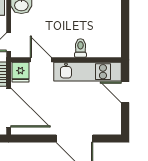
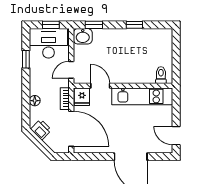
toilet: (80, 48) -> (161, 75), moved
door: (125, 92) -> (176, 136), moved

